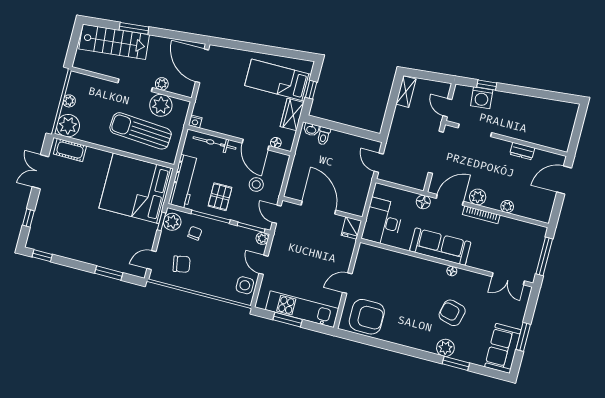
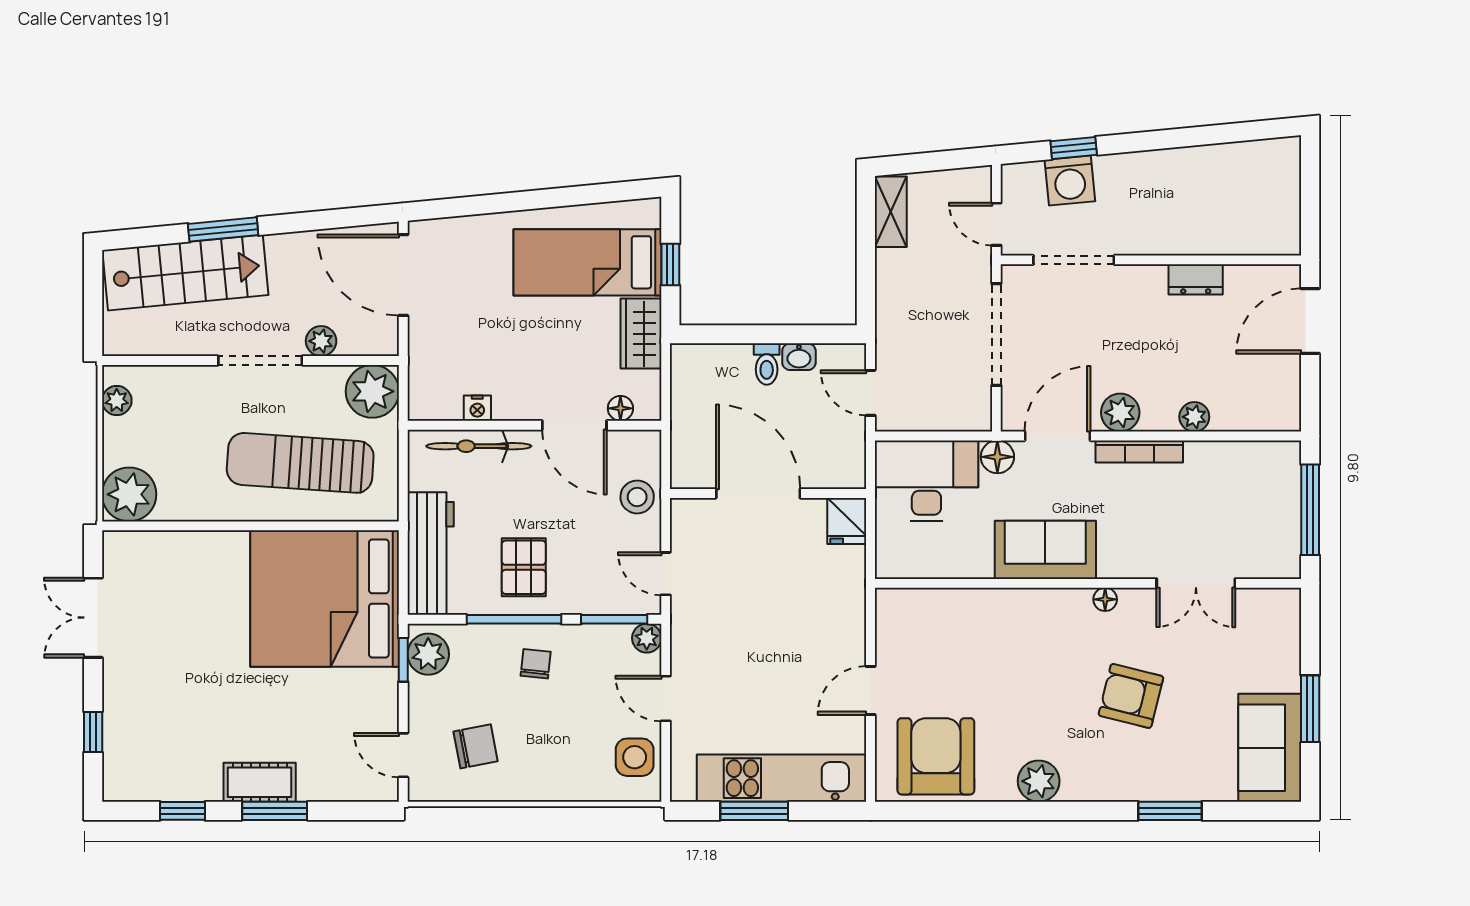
plant: (69, 101) -> (117, 400), moved
plant: (161, 105) -> (372, 391), moved
nightstand: (195, 121) -> (477, 408), moved
washbasin: (311, 130) -> (799, 357), moved
toilet: (324, 136) -> (767, 364), moved
cot: (70, 150) -> (260, 782), moved
stool: (256, 184) -> (637, 497), moved
door: (318, 208) -> (758, 493), moved
wall: (322, 209) -> (768, 493), moved
desk: (383, 222) -> (926, 481), moved, turned 90
fridge: (351, 228) -> (847, 521), moved
chair: (195, 233) -> (536, 664), moved
sofa: (440, 247) -> (1045, 550), width x0.73
window: (42, 256) -> (183, 811), moved
door: (151, 260) -> (403, 755), hinge flipped
window: (109, 273) -> (275, 811), moved
double door: (508, 279) -> (1196, 583), moved
armchair: (367, 317) -> (936, 756), turned -90
plant: (445, 348) -> (1039, 781), moved

